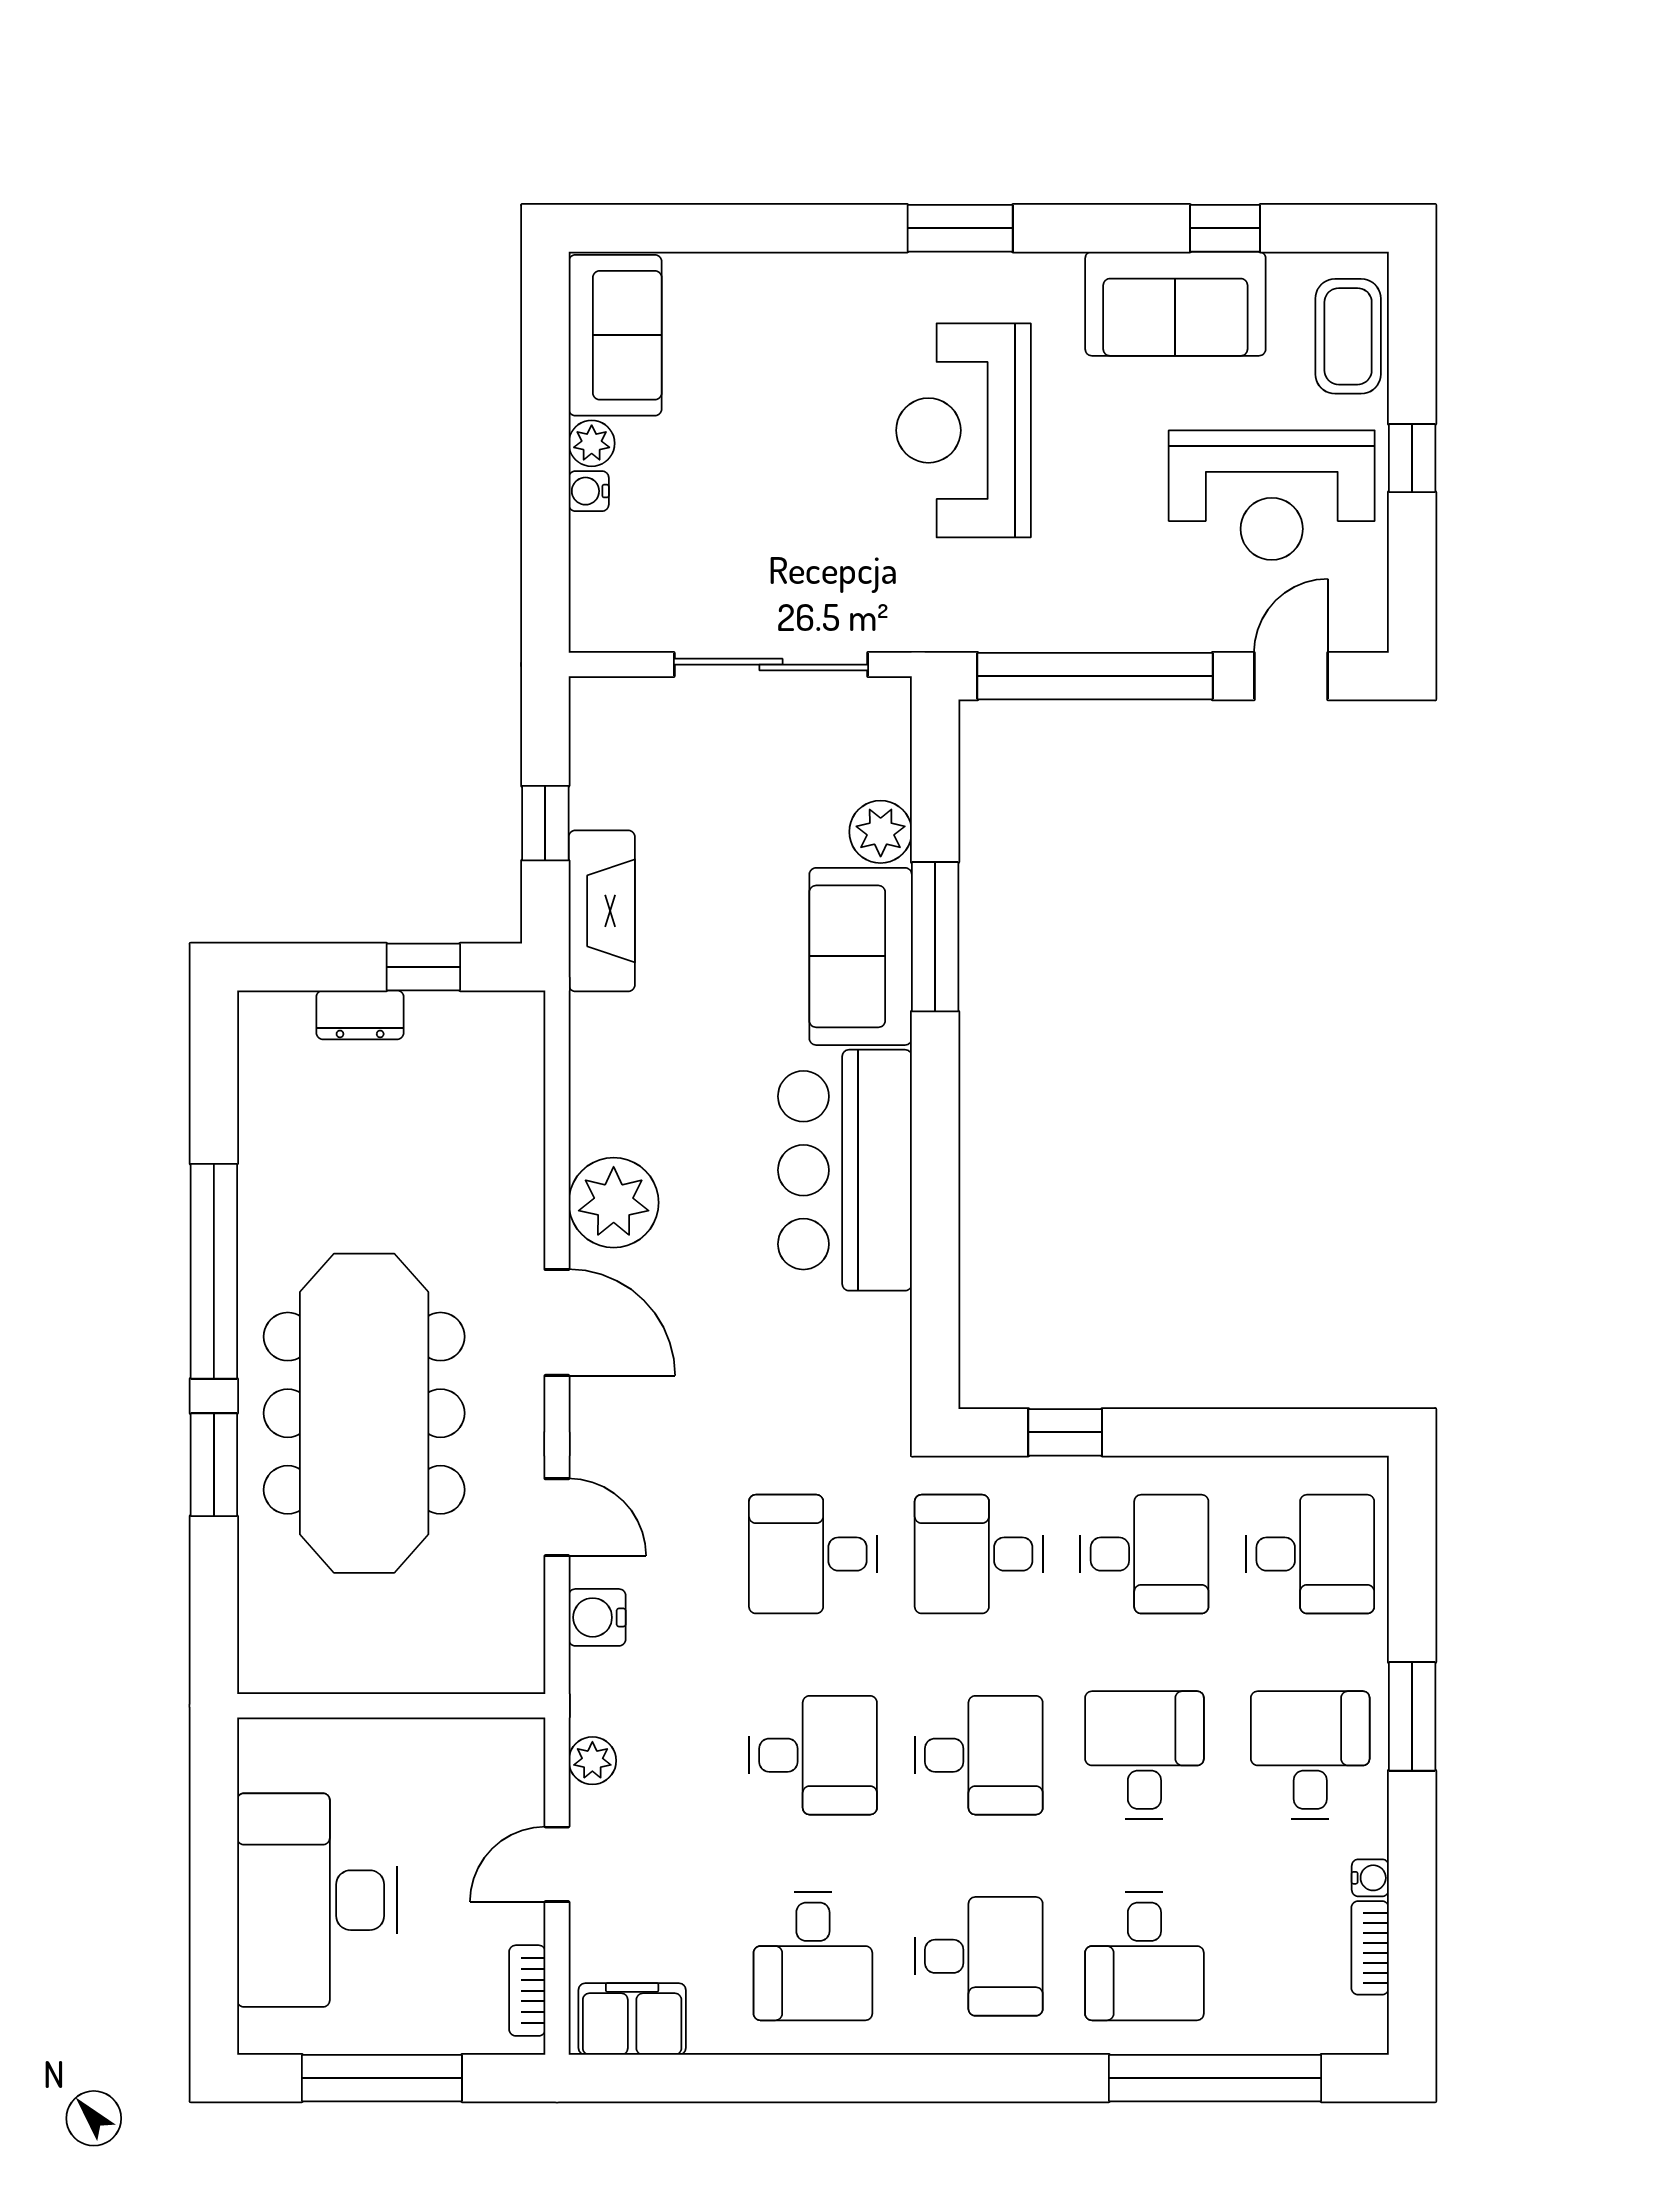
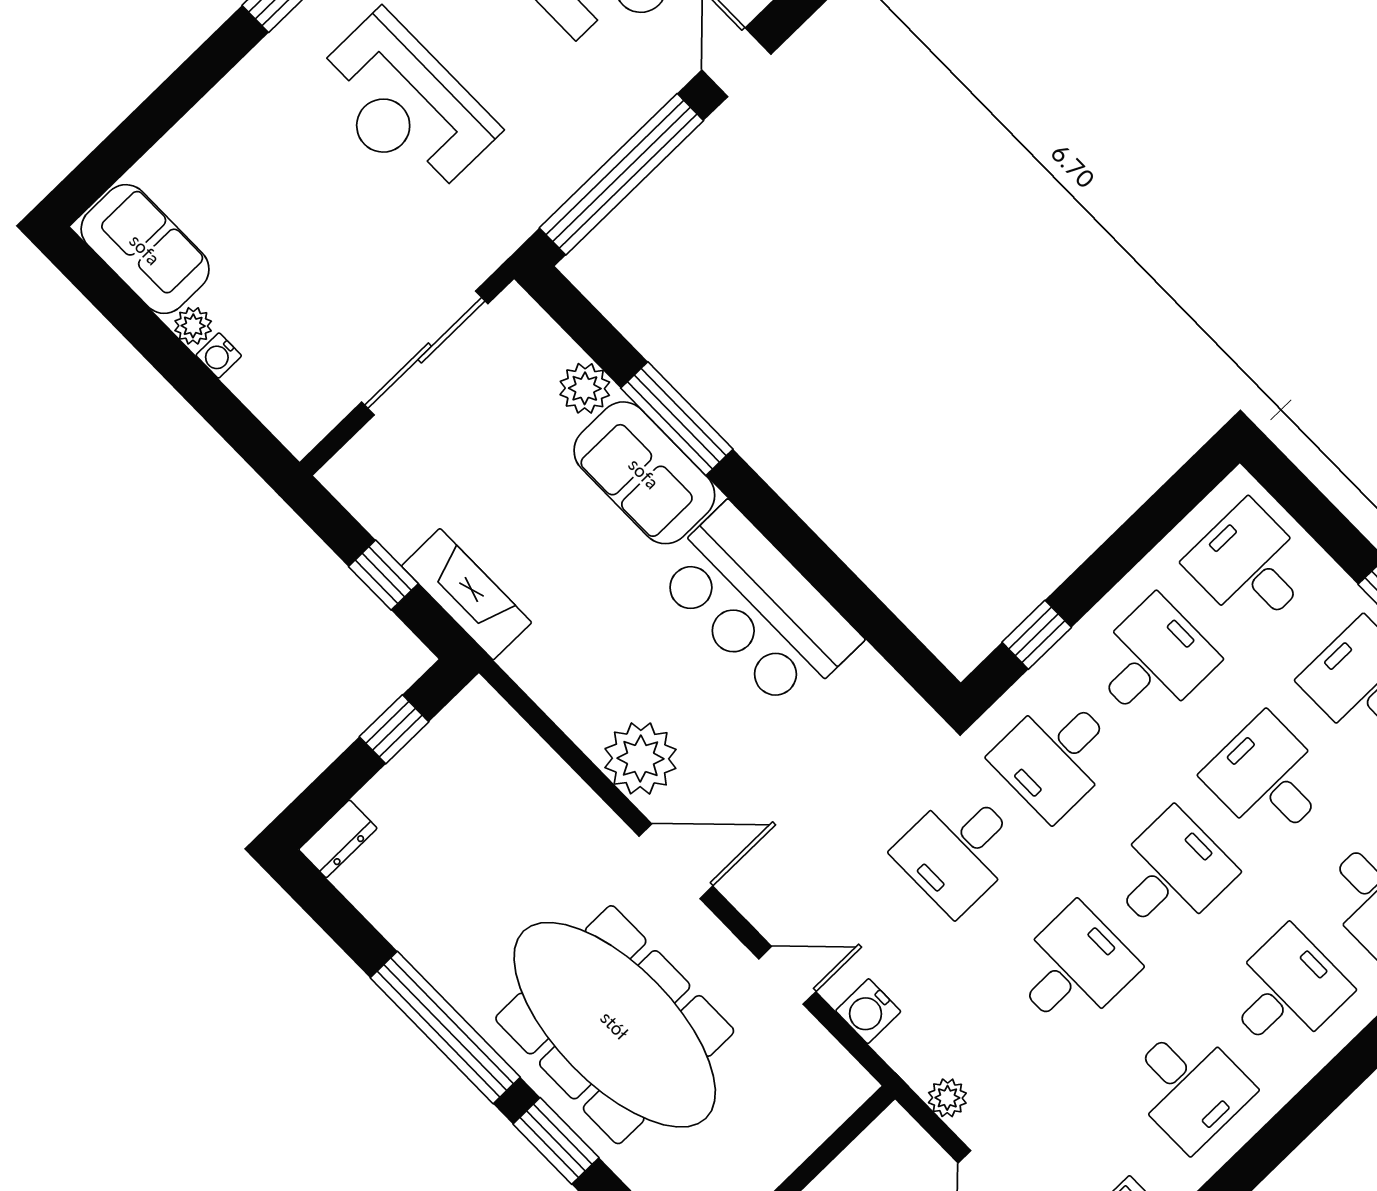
dresser: (360, 1015) -> (338, 839), moved
desk: (1310, 1554) -> (1250, 566), turned -90

